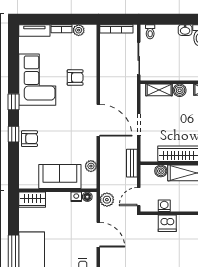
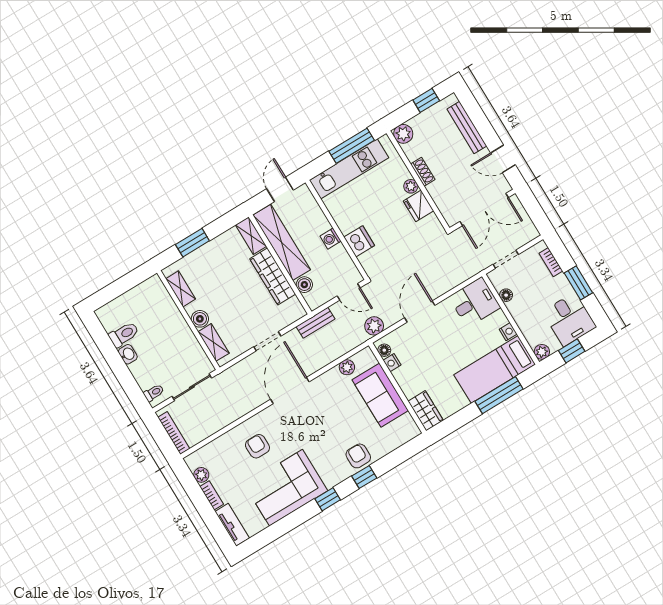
washing machine: (164, 206) -> (331, 239), moved

